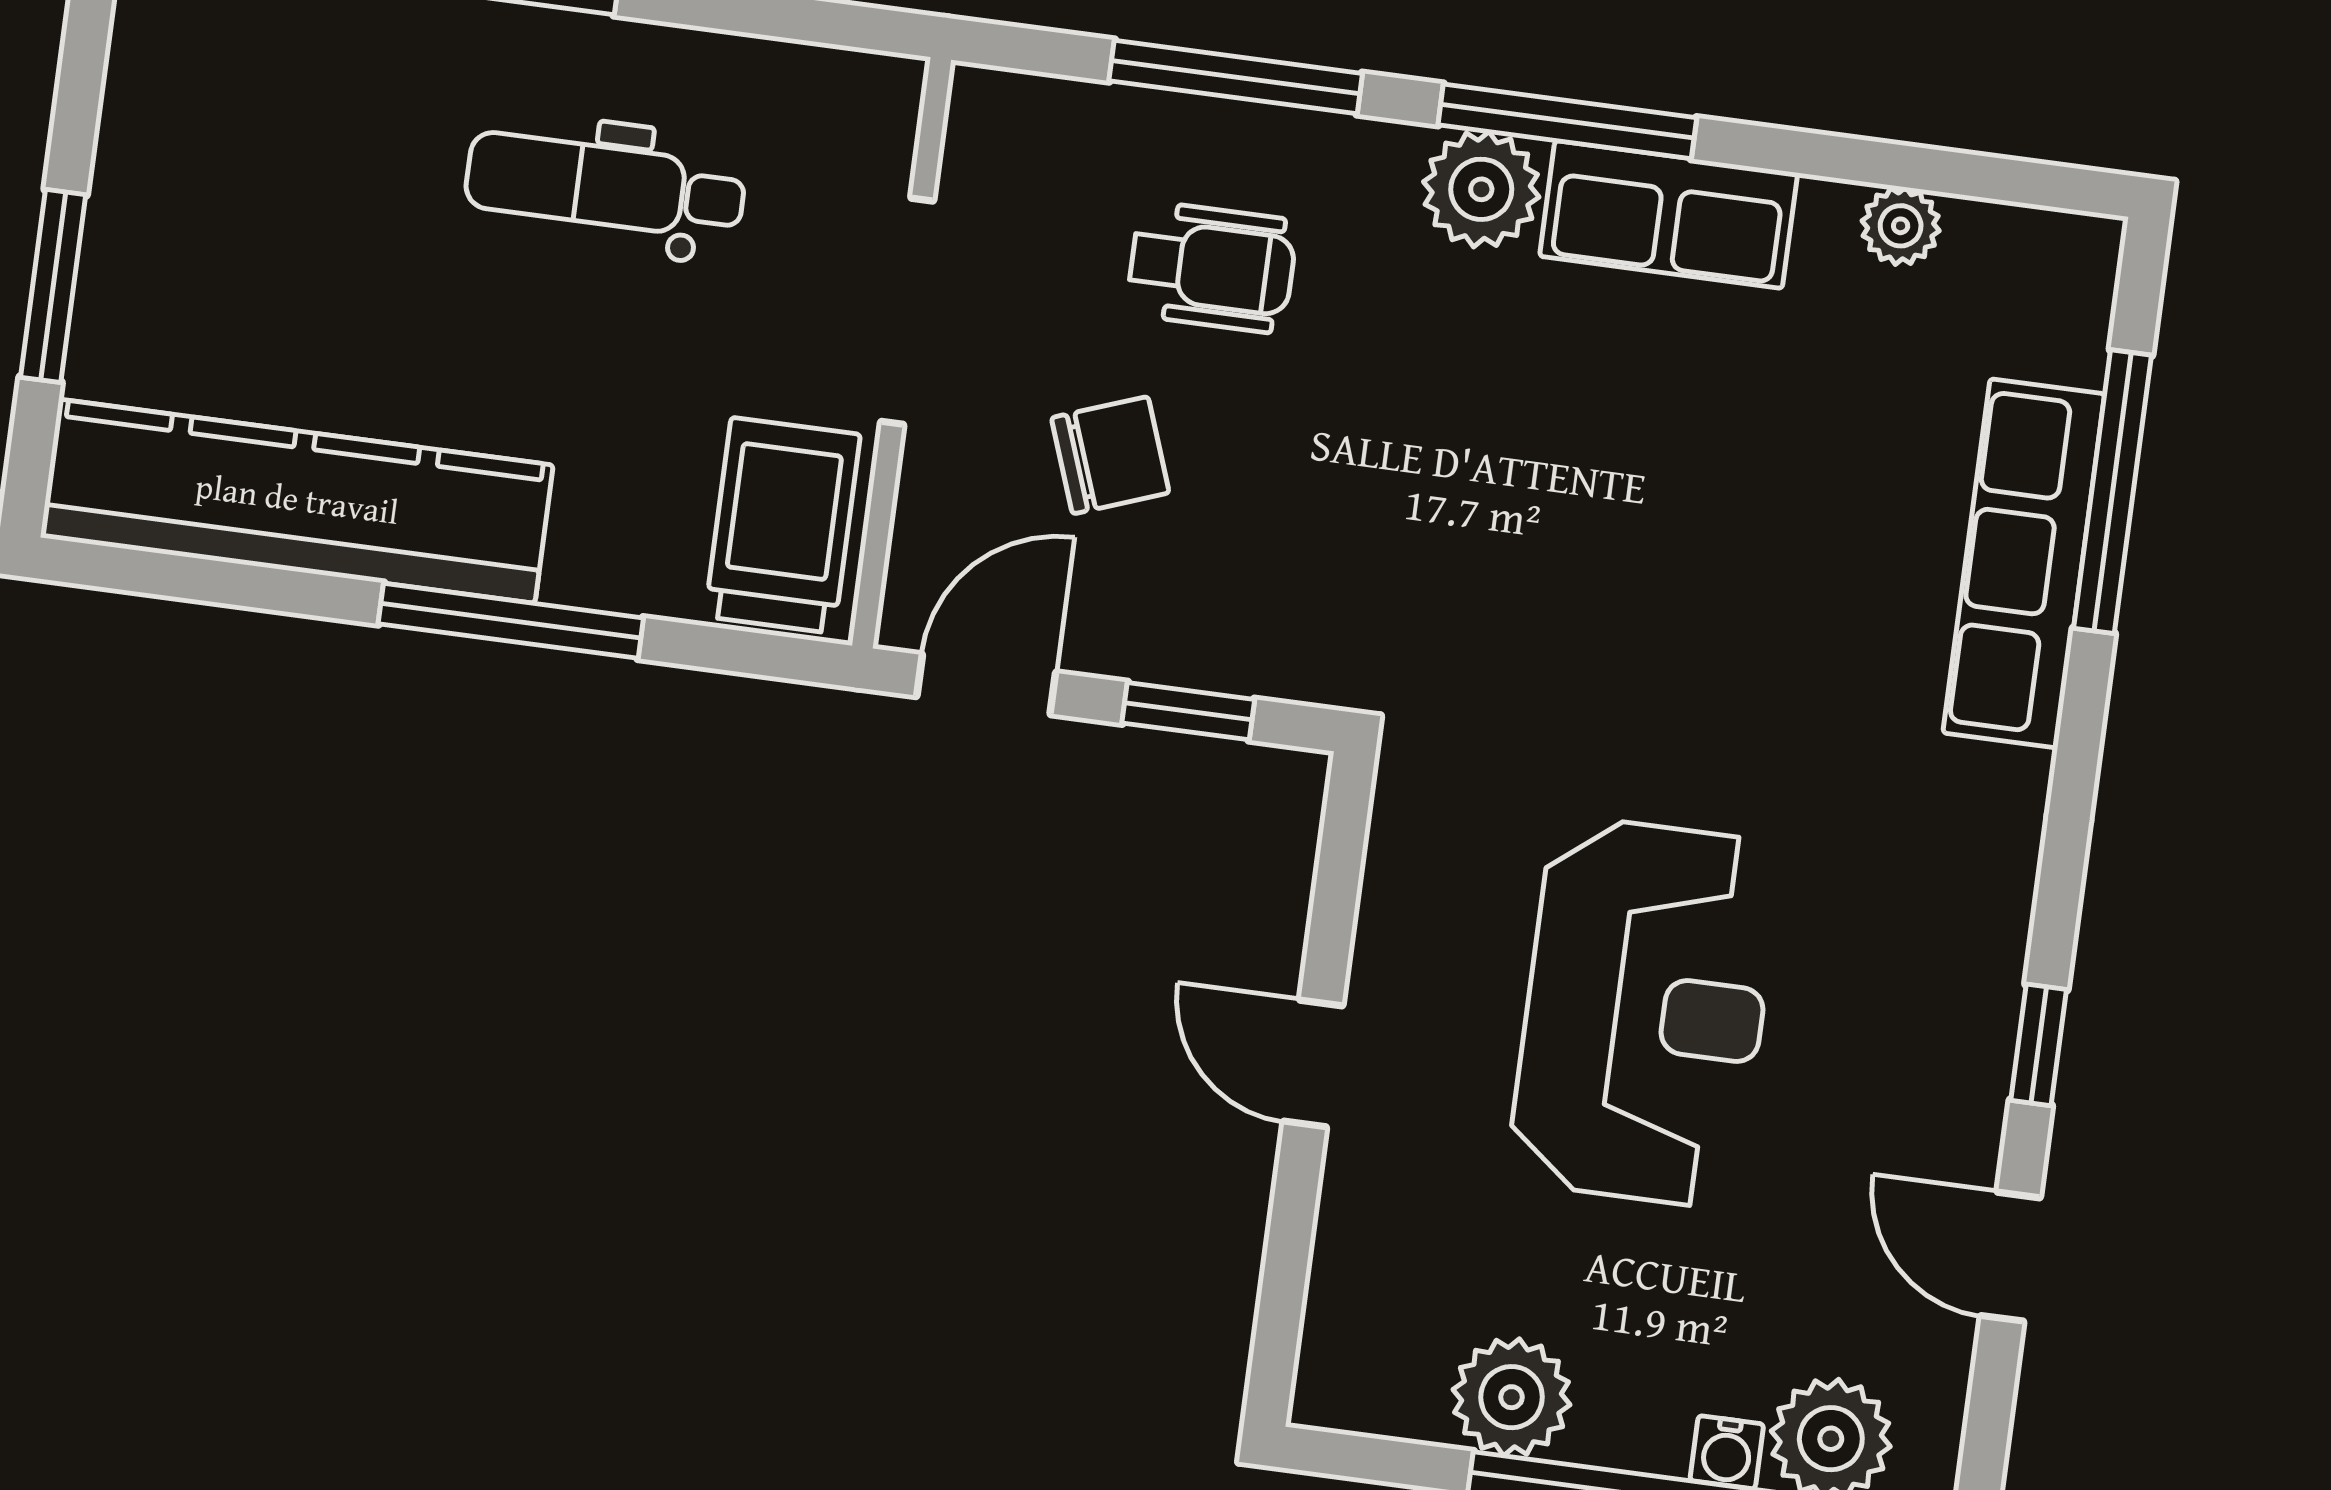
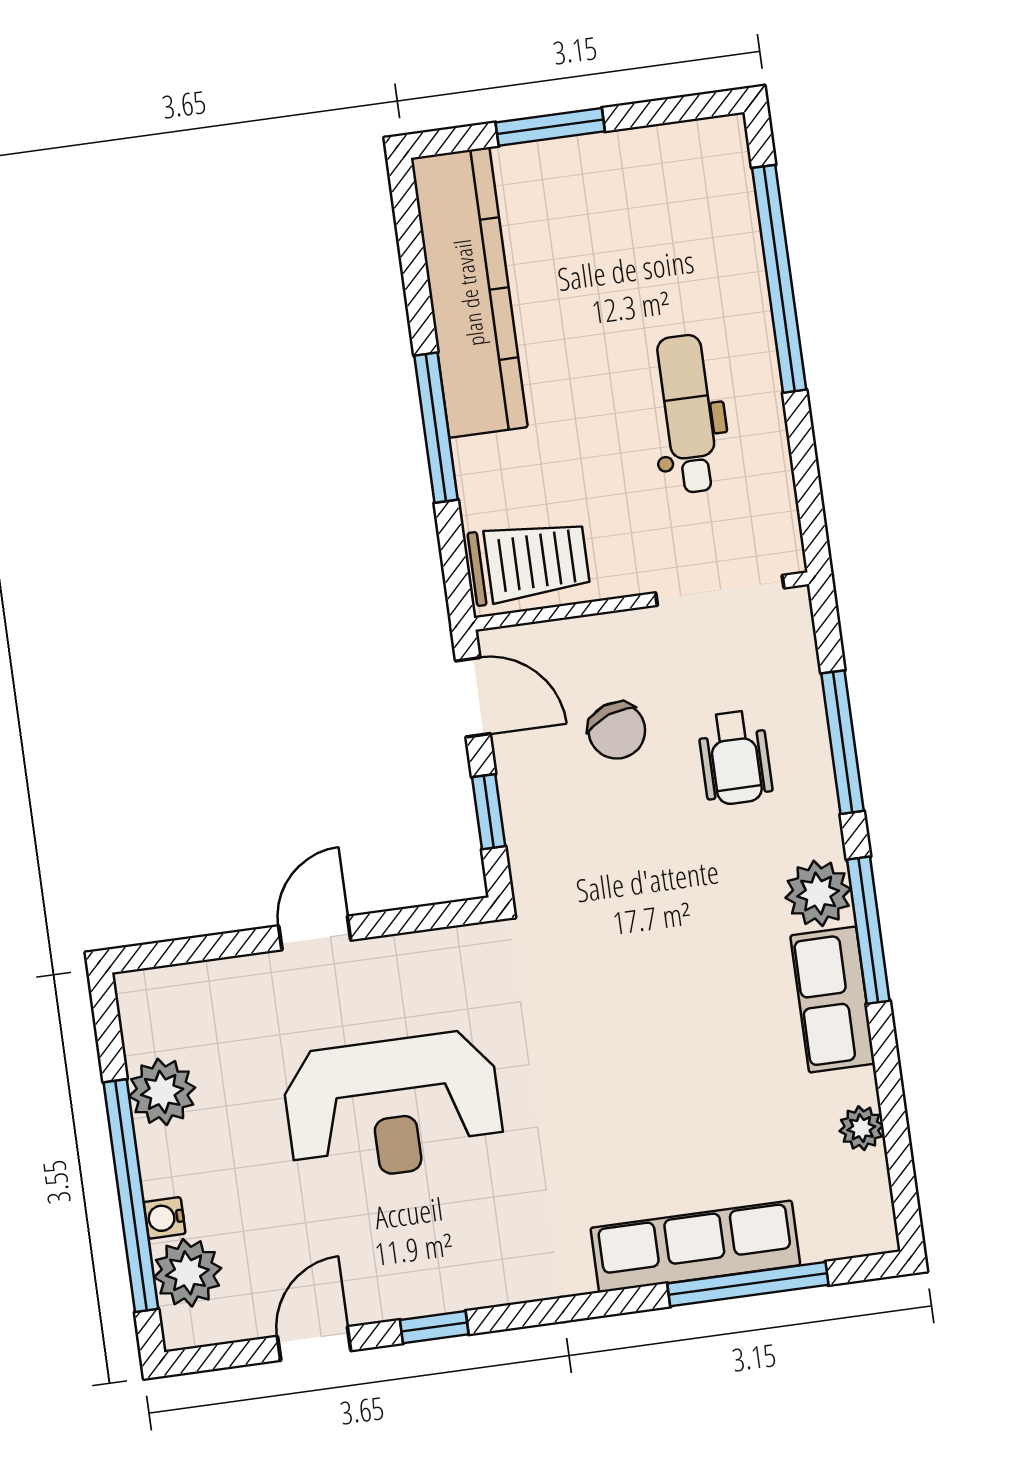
doorway: (907, 311) -> (720, 590), moved

